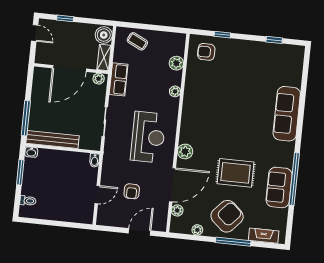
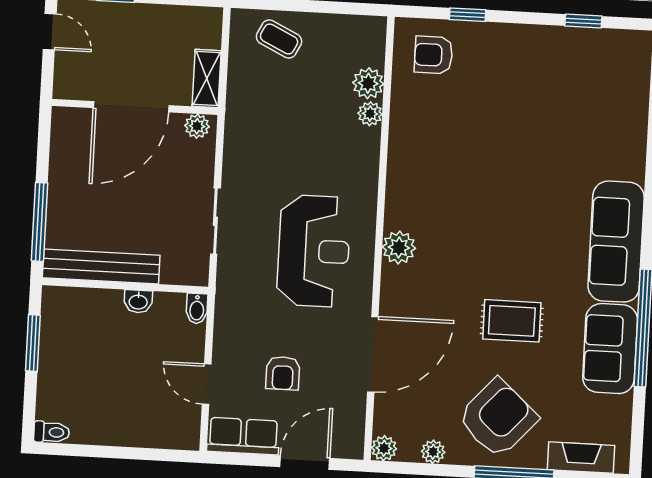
boiler: (104, 35) -> (204, 29), removed
row of seats: (119, 79) -> (243, 436), moved, turned -90
plant: (175, 91) -> (370, 114), moved
sofa: (287, 114) -> (616, 242), moved
plant: (185, 151) -> (399, 248), moved
washbasin: (31, 152) -> (138, 301), moved
rug: (236, 173) -> (512, 321), width x0.73, depth x0.70
door: (97, 195) -> (207, 384), swing flipped
toilet: (28, 201) -> (52, 432), moved
plant: (177, 210) -> (384, 448), moved

